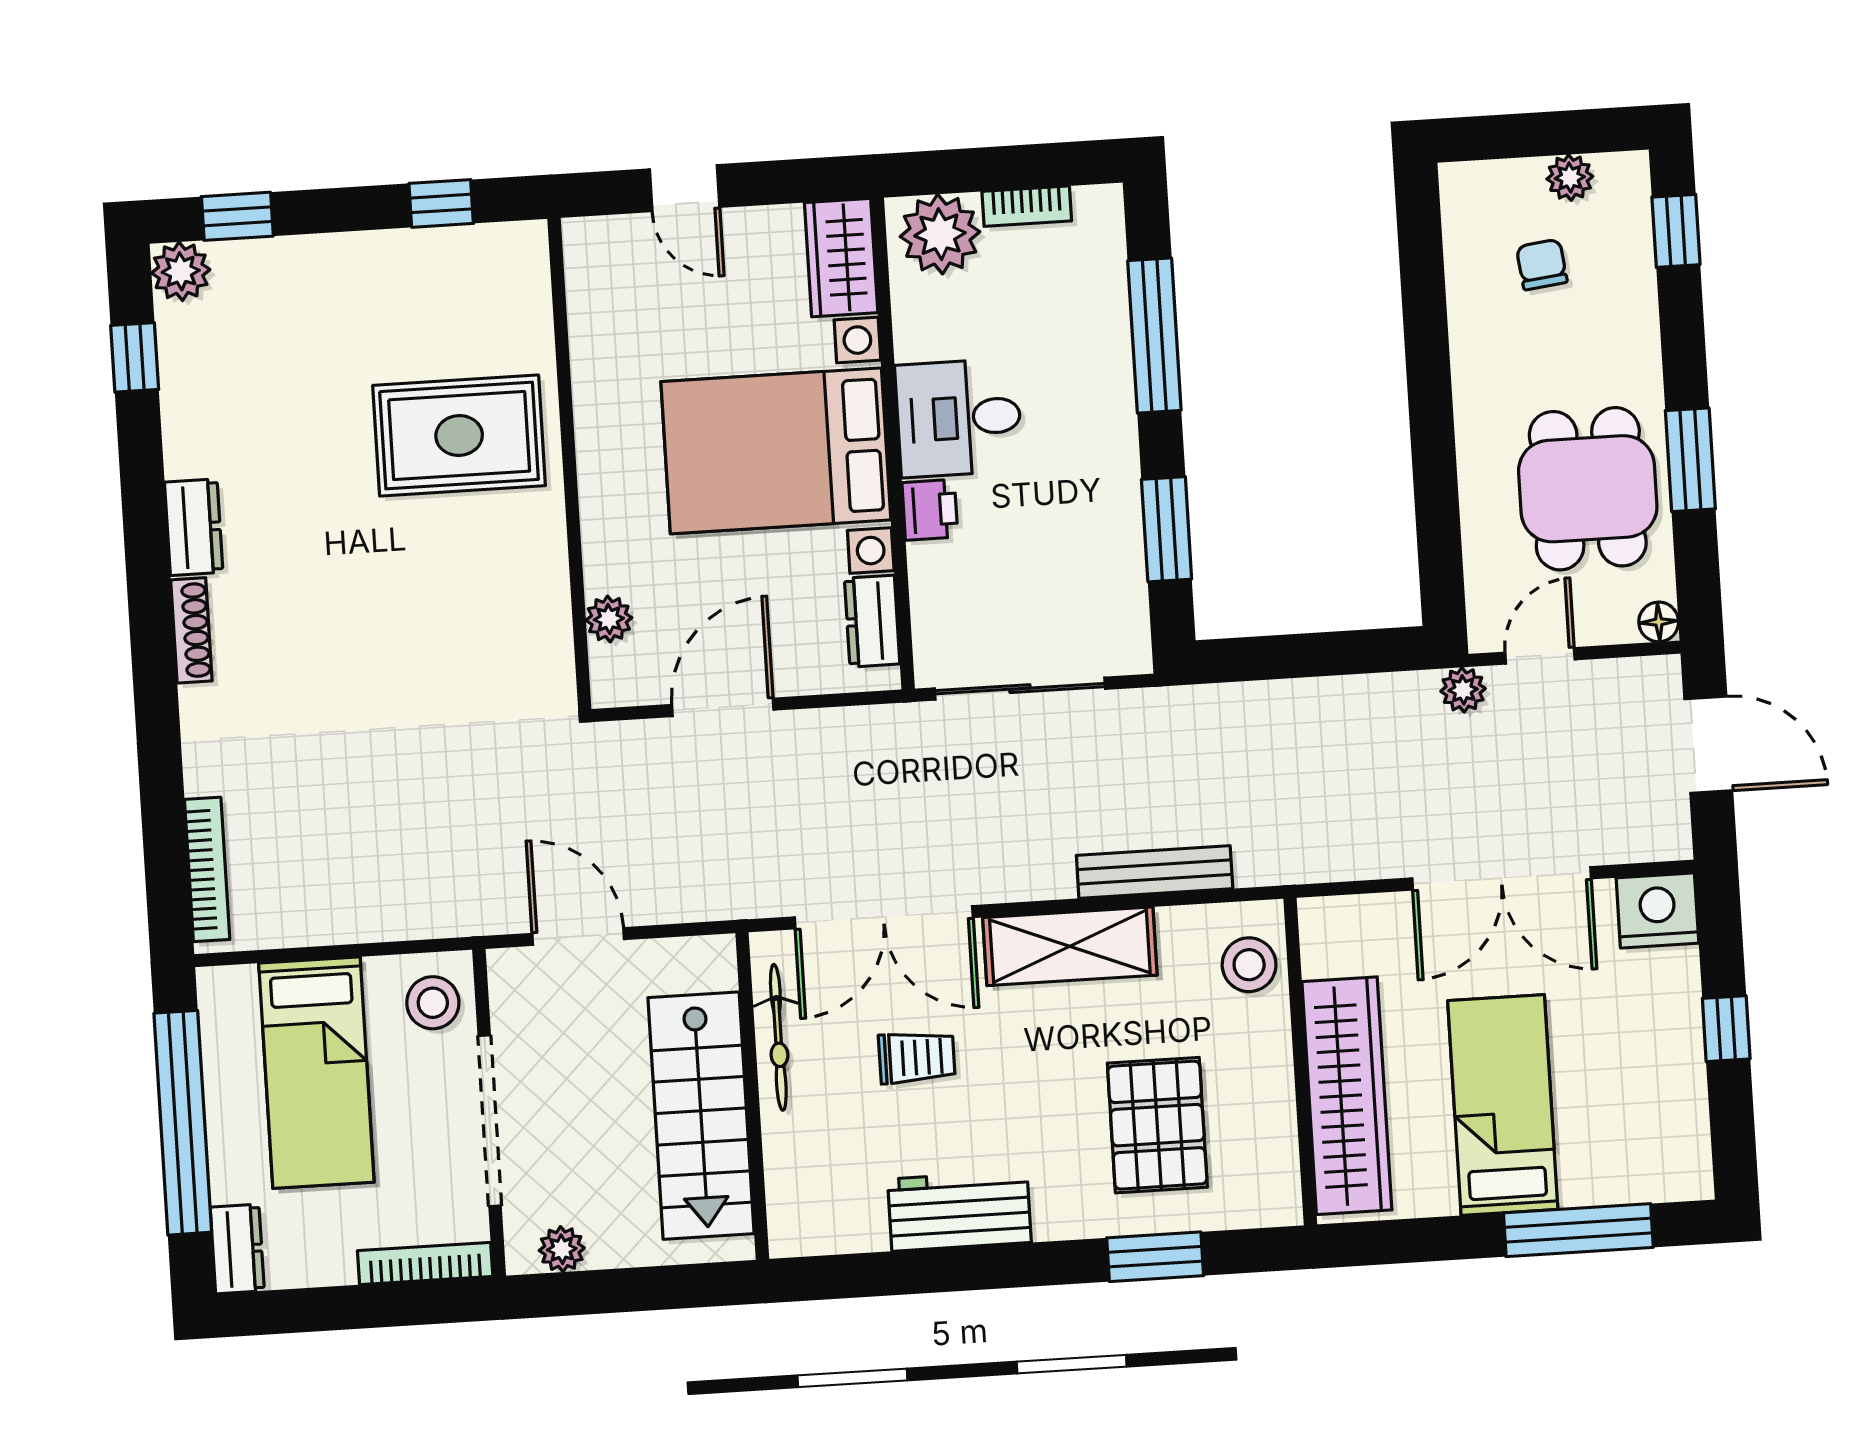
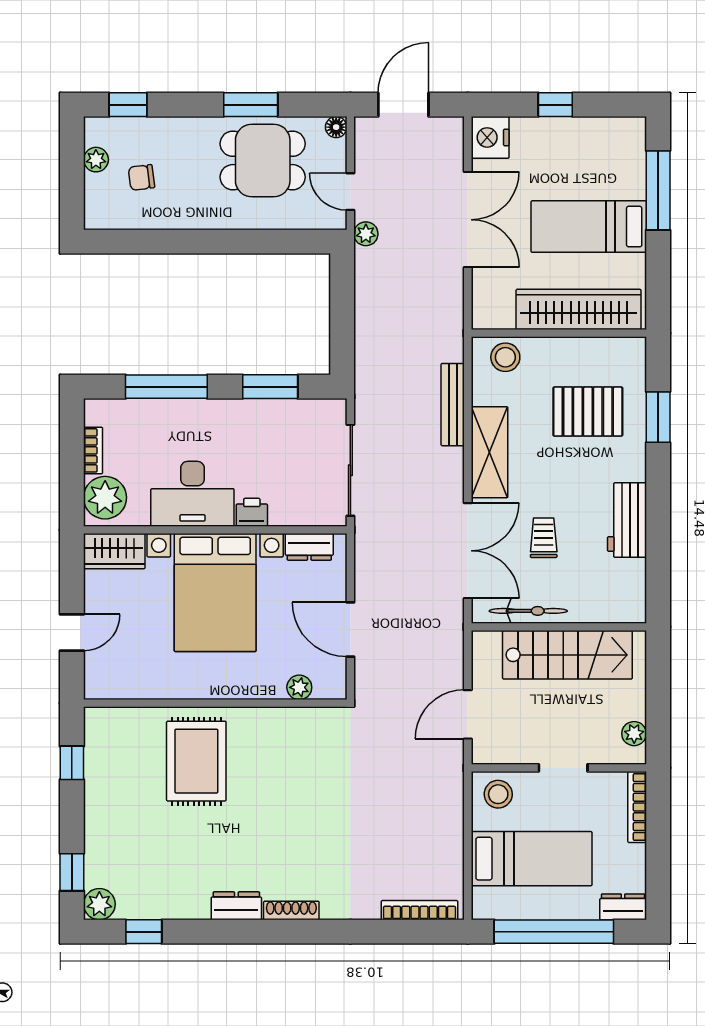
desk: (959, 418) -> (192, 494), width x1.37
doorway: (490, 1121) -> (563, 768), width x0.53

